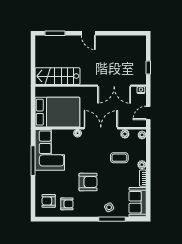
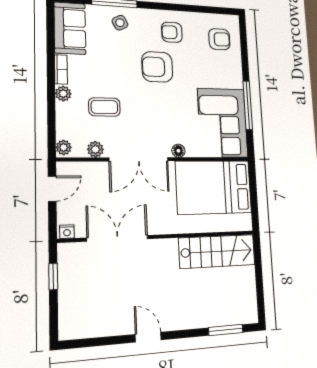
door: (88, 33) -> (148, 337), moved
armchair: (67, 204) -> (172, 32), moved

